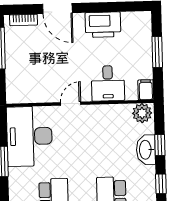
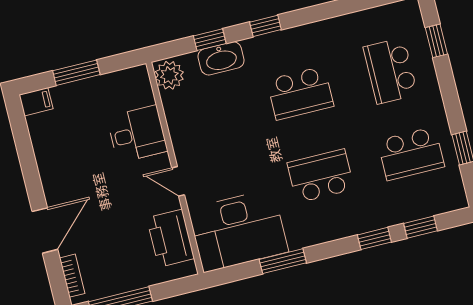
printer: (103, 25) -> (171, 238), moved, turned 180
filing cabinet: (146, 90) -> (36, 102), moved, turned 180

